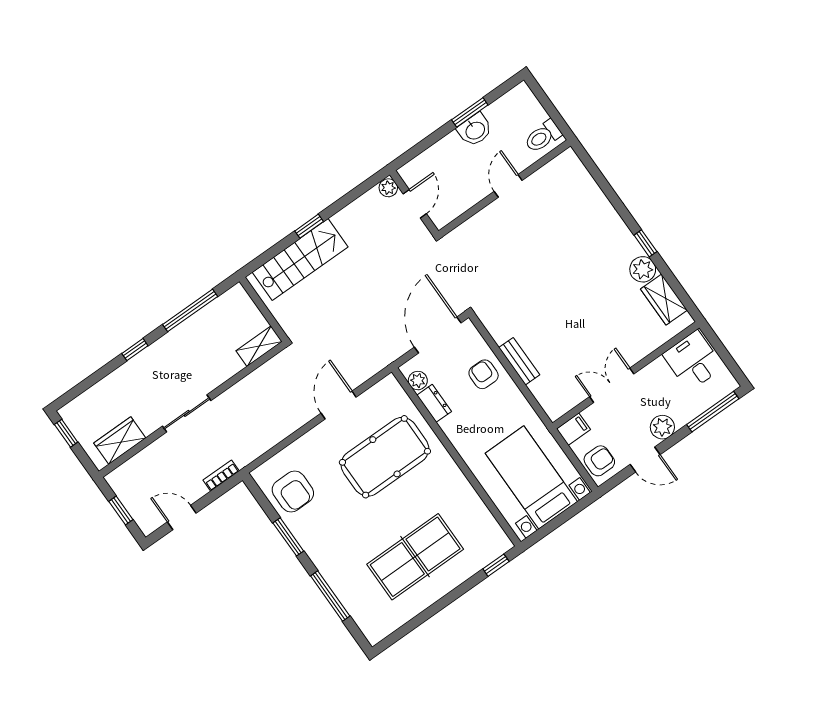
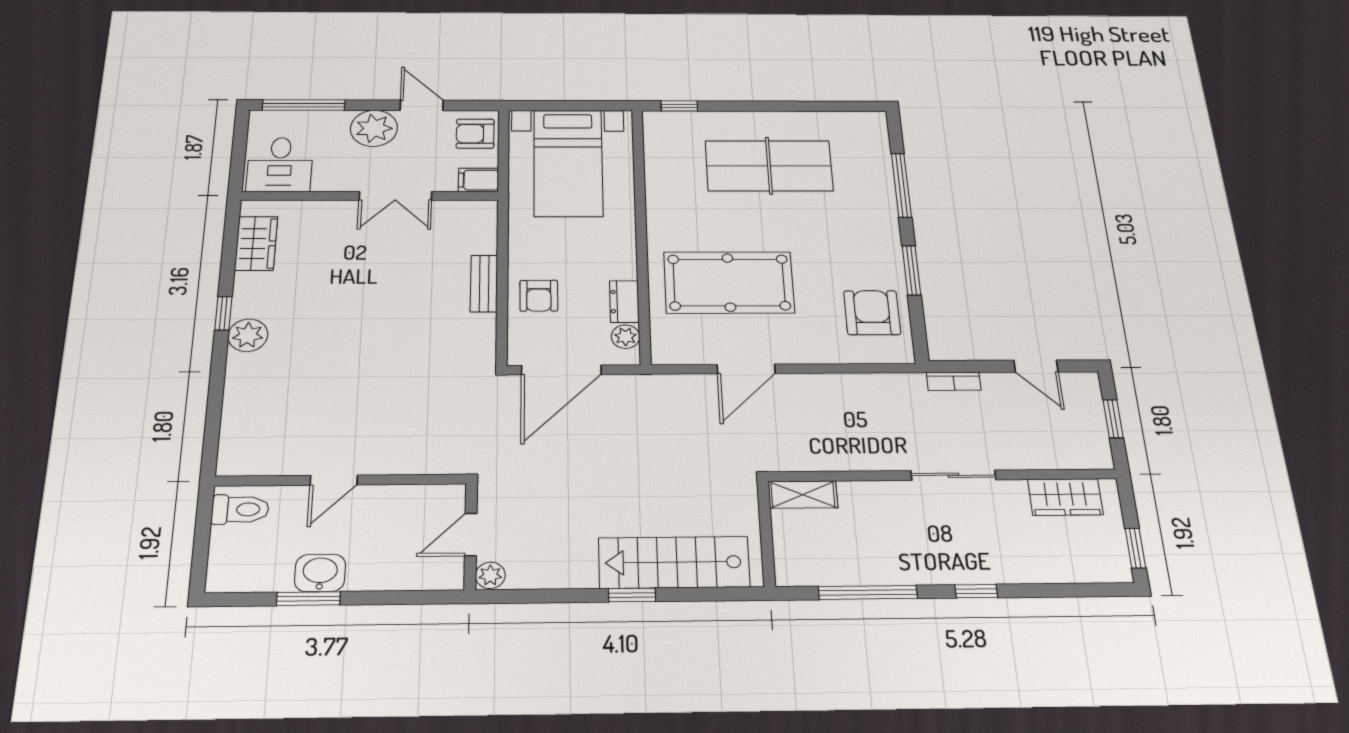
plant: (643, 269) -> (248, 335), moved
plant: (662, 427) -> (374, 128), width x1.36, depth x1.36

